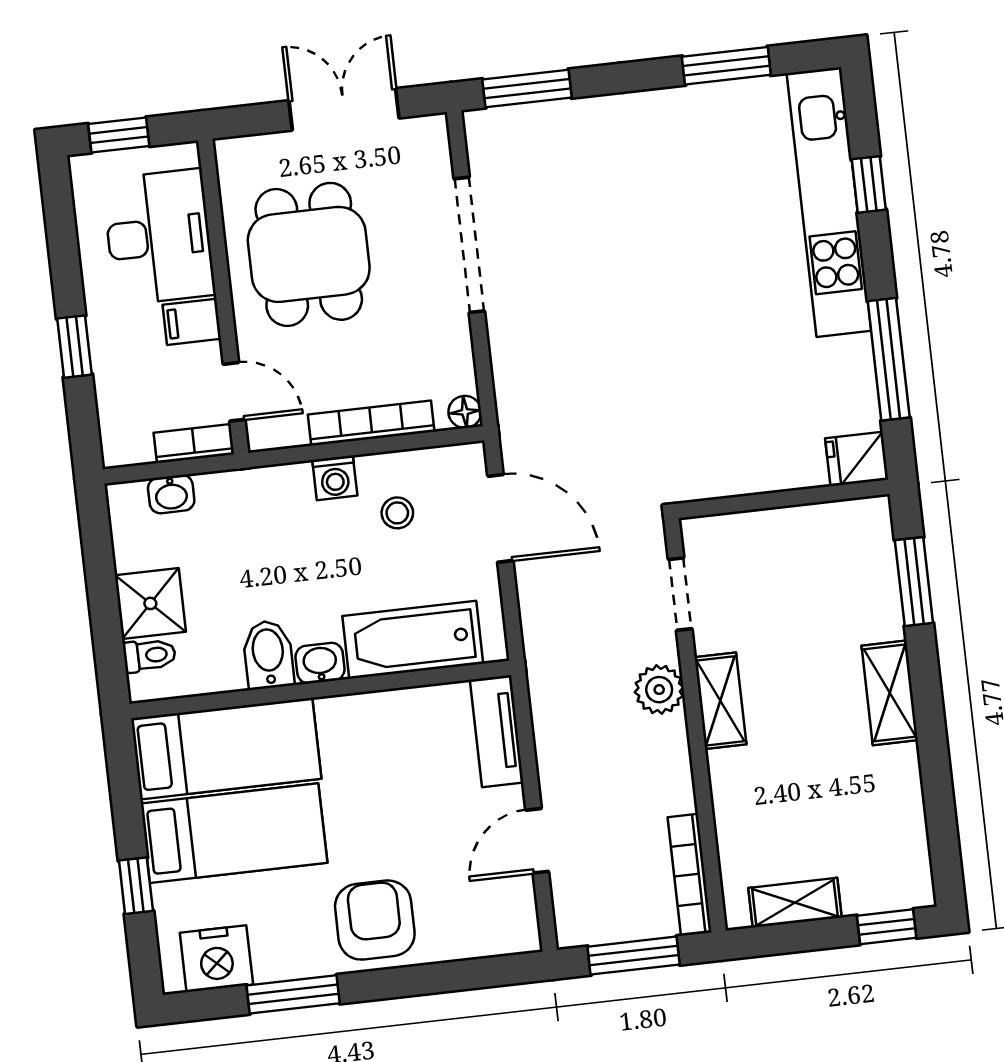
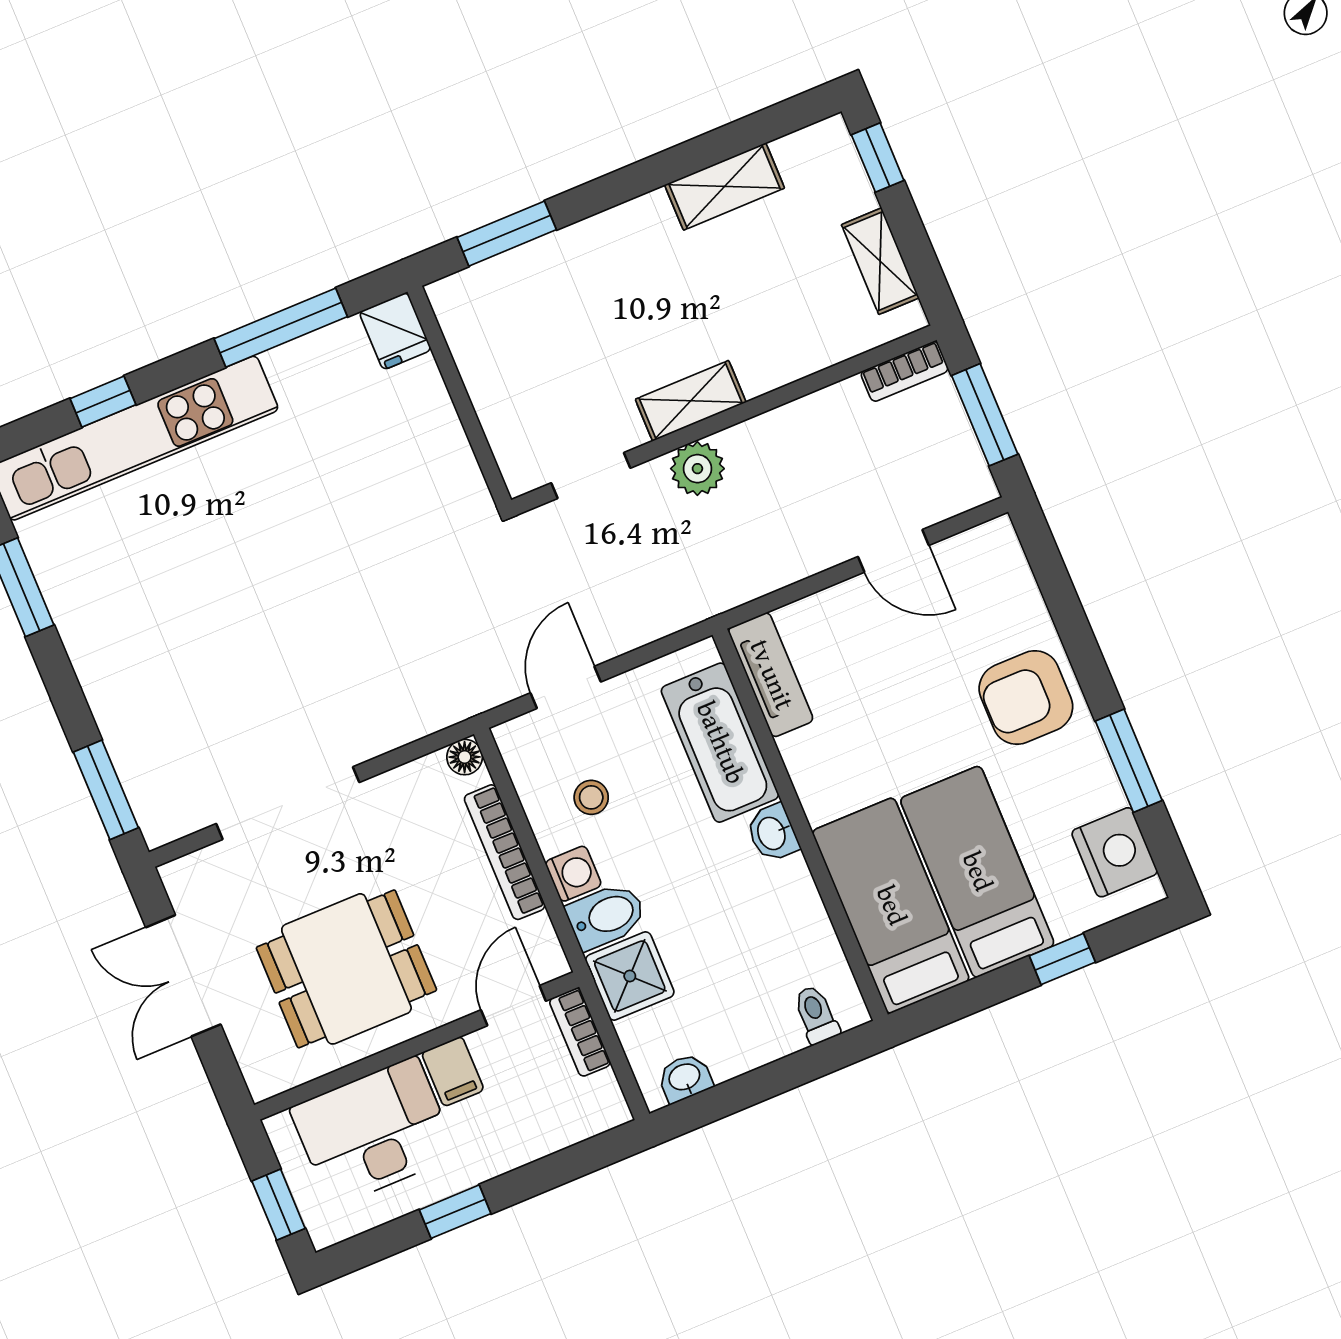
window: (75, 347) -> (455, 1212), moved
washbasin: (171, 494) -> (685, 1078), moved, turned -90
door: (500, 518) -> (566, 687), width x0.73
shower: (150, 603) -> (630, 976), moved
bidet: (268, 655) -> (606, 916), moved, turned 180
shelving: (890, 693) -> (725, 186), moved
tv unit: (497, 731) -> (771, 675), moved, turned -90
bookcase: (690, 875) -> (905, 371), width x0.64

